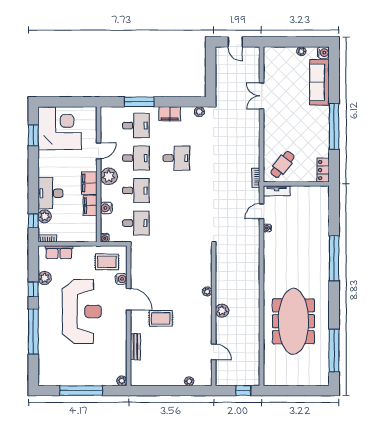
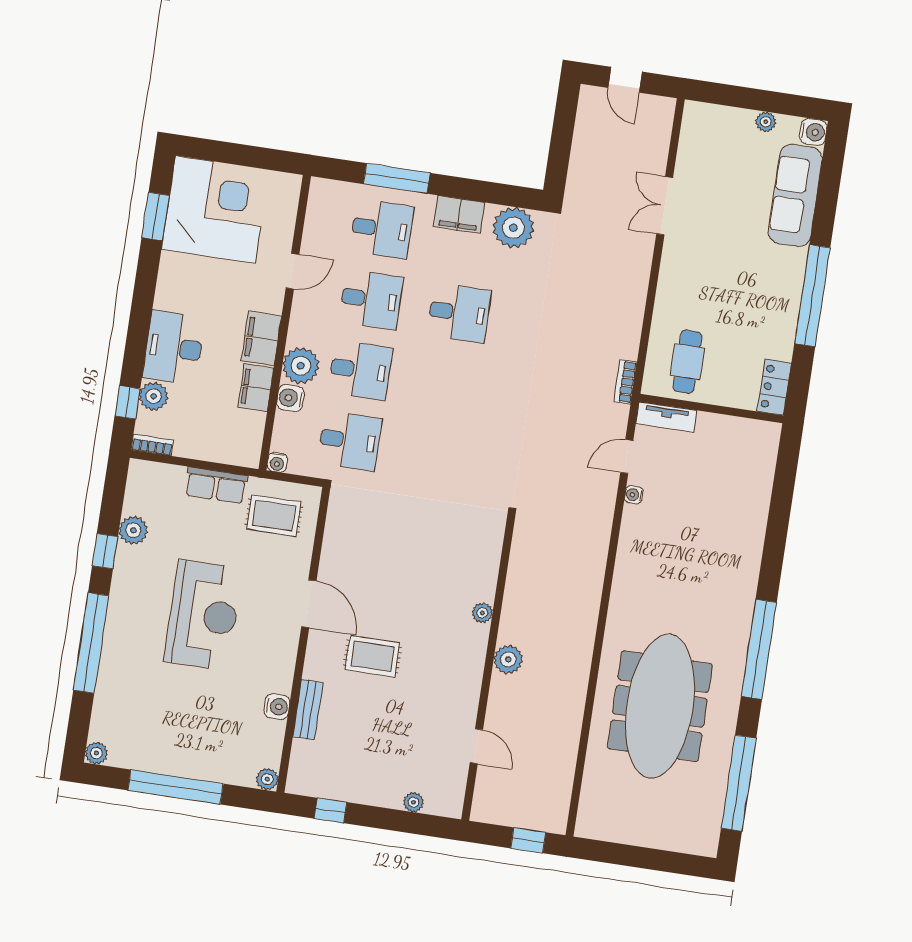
plant: (199, 112) -> (513, 228), width x1.87, depth x1.87
cafe table: (282, 165) -> (687, 362), turned -38
plant: (109, 176) -> (301, 366), moved
row of seats: (59, 252) -> (216, 485), moved
window: (334, 258) -> (759, 649), moved
water cooler: (121, 279) -> (277, 707), moved
reception desk: (82, 311) -> (203, 615), width x0.74, depth x0.77
plant: (43, 381) -> (96, 753), added
window: (152, 391) -> (330, 810), added

